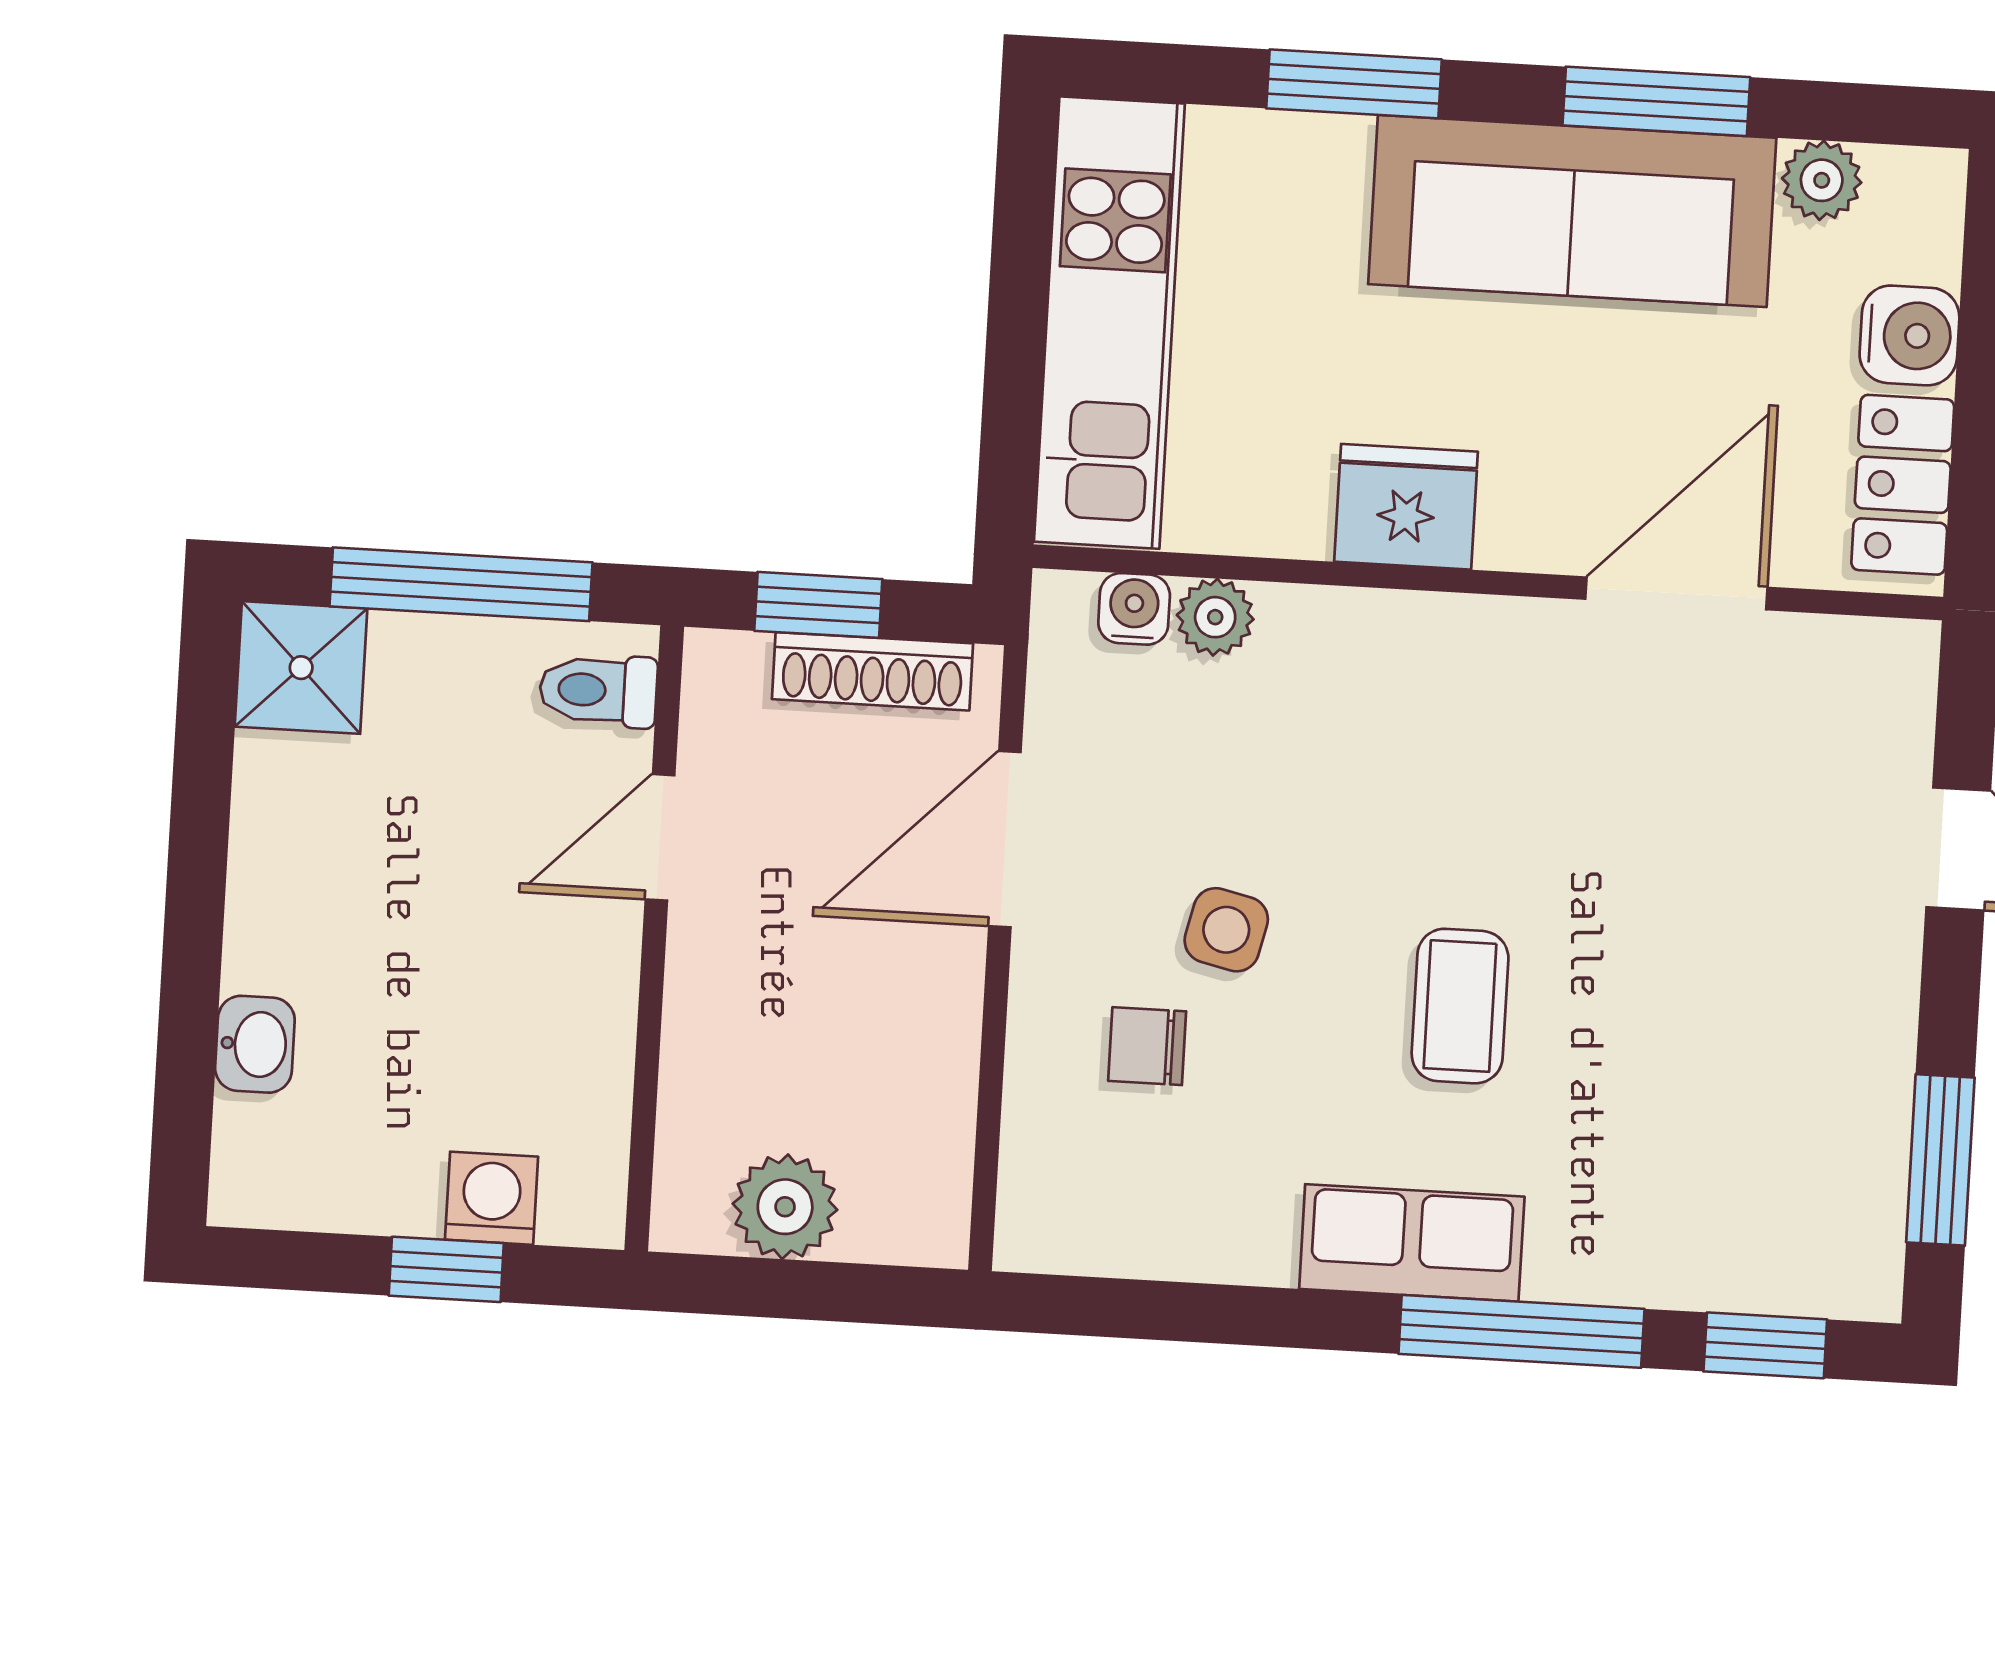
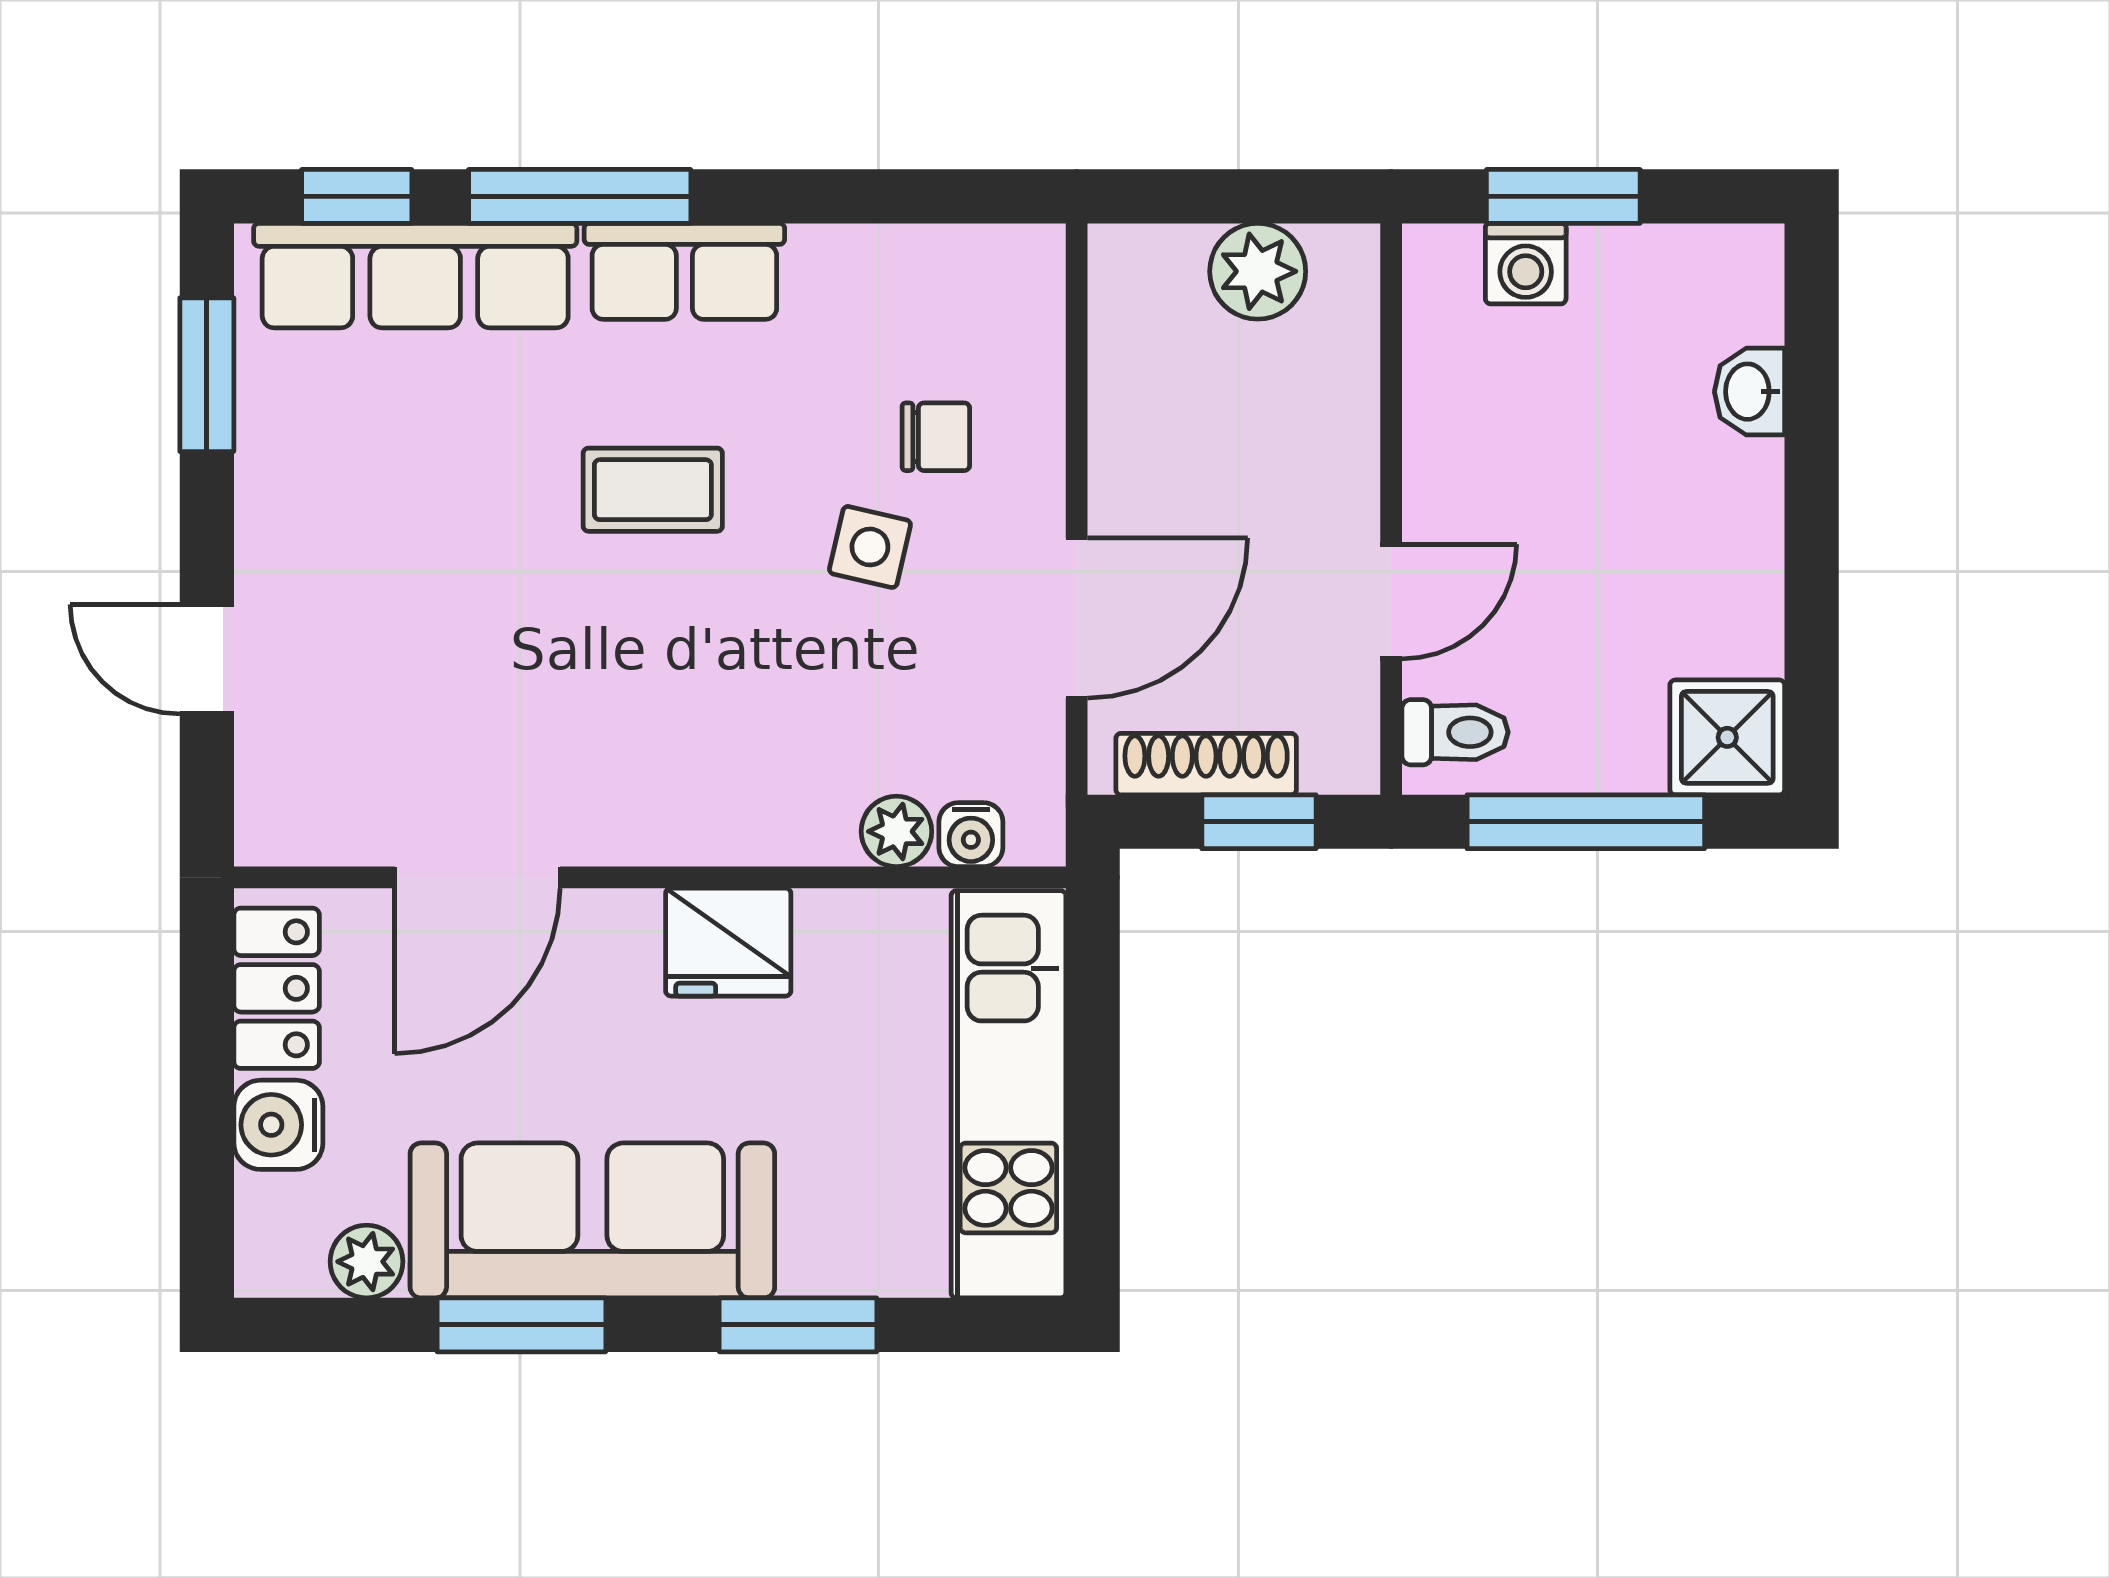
coffee table: (1460, 1006) -> (653, 490), turned 90
row of seats: (1706, 1255) -> (415, 276), added
window: (446, 1269) -> (1563, 196), width x1.50

